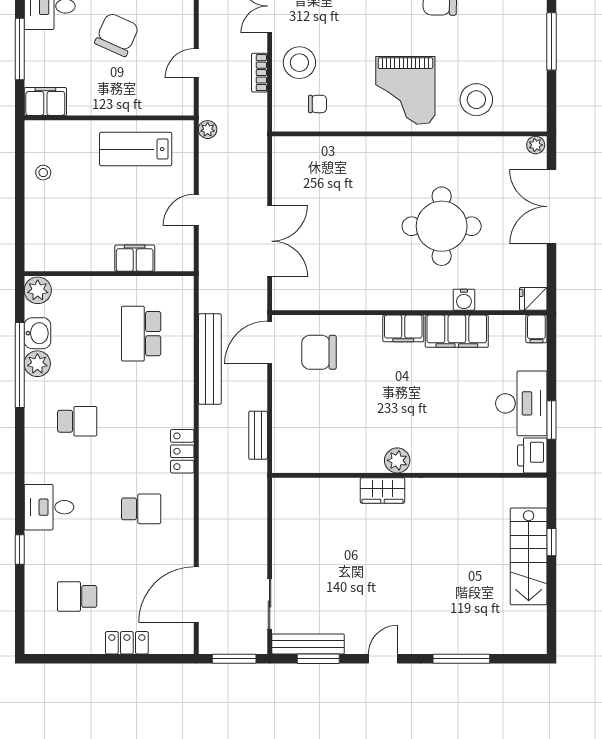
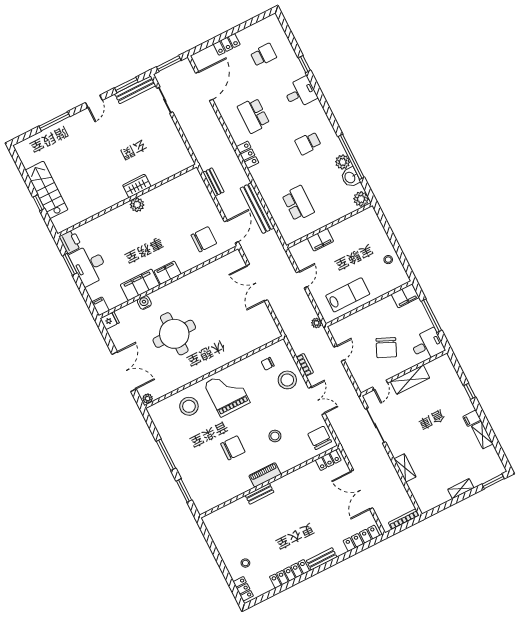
school desk: (141, 509) -> (254, 115), width x1.85

